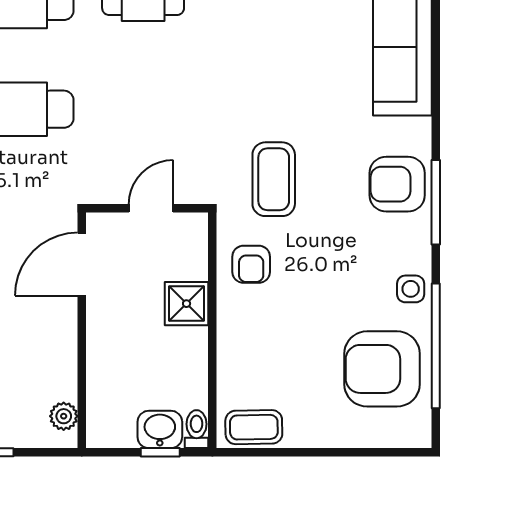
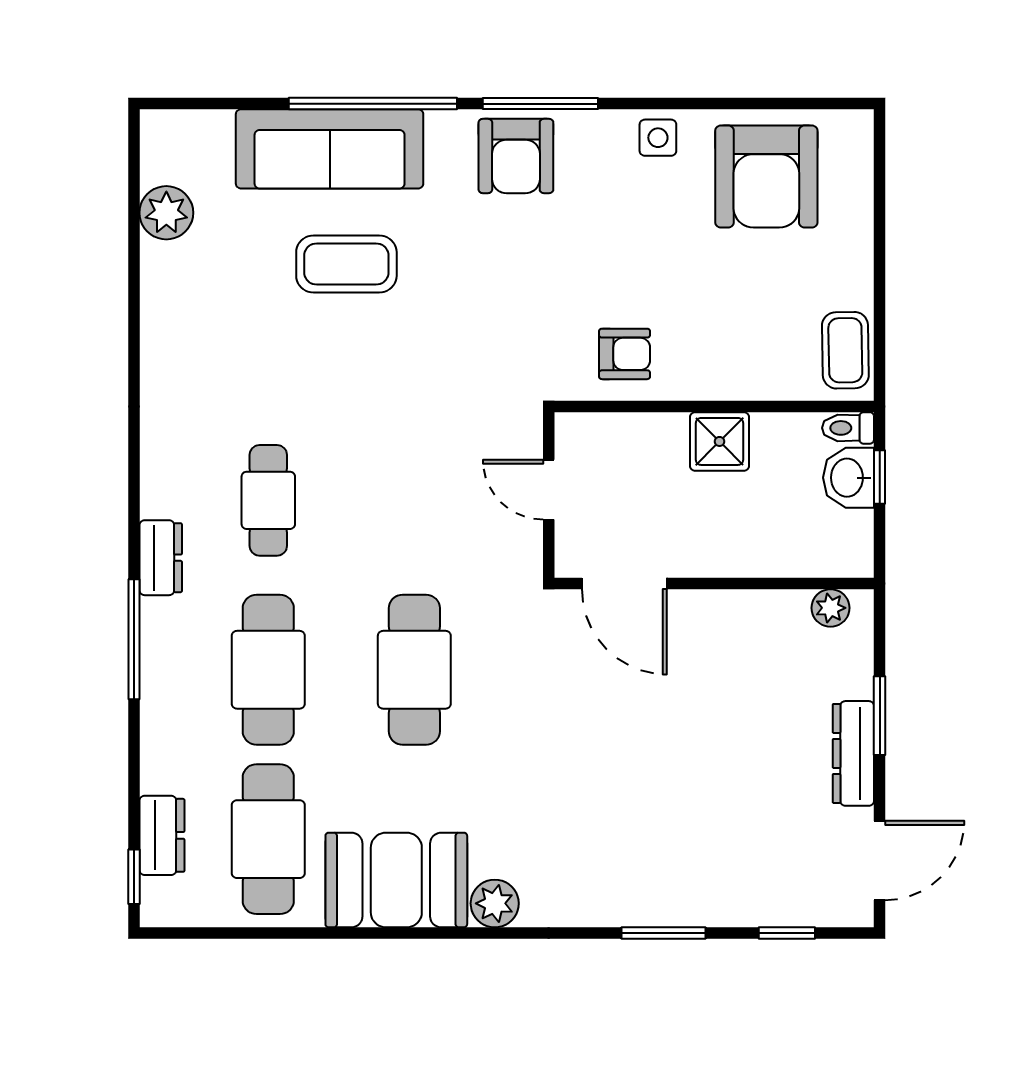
coffee table: (274, 179) -> (346, 264), moved
shower: (187, 304) -> (720, 441), moved
window: (436, 346) -> (373, 104), moved

